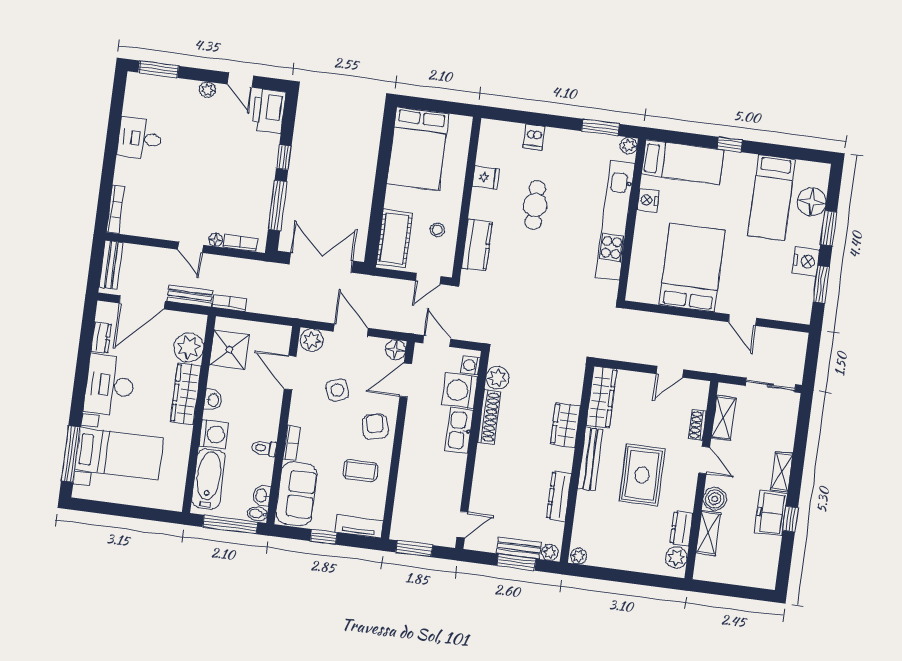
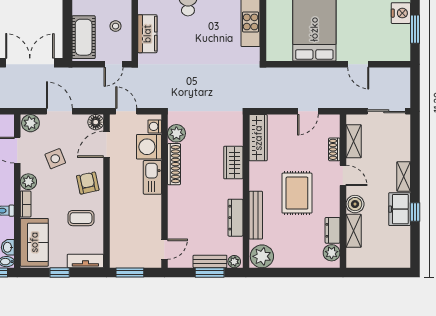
plant: (299, 415) -> (28, 182), added
bench: (590, 459) -> (256, 215), moved
plant: (579, 556) -> (262, 256), width x1.87, depth x1.87

